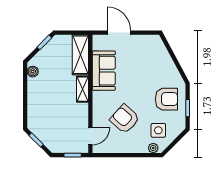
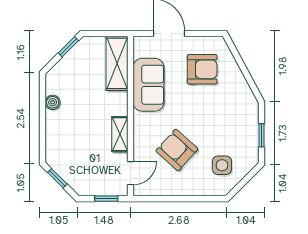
boiler: (33, 72) -> (53, 102), moved
shelving: (83, 89) -> (120, 134), moved
armchair: (166, 99) -> (202, 69), moved
plant: (153, 148) -> (215, 189), removed

